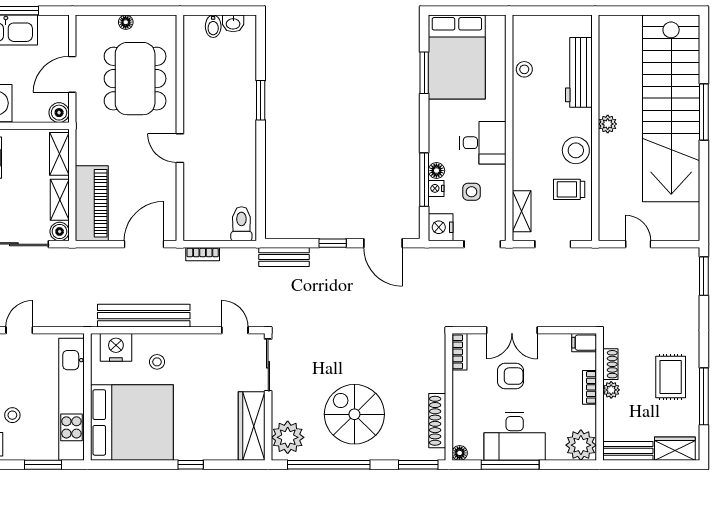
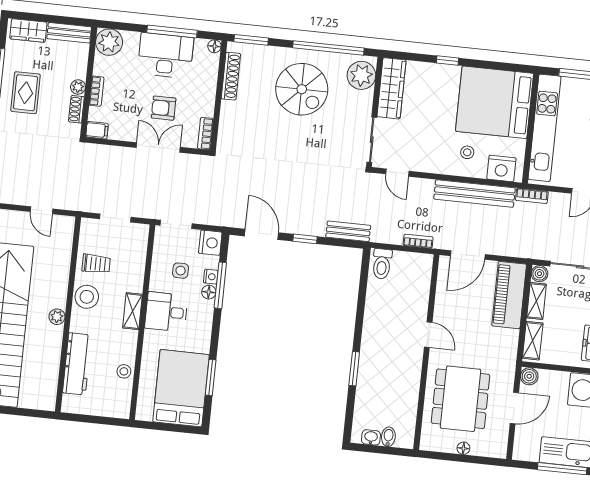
shelving: (522, 211) -> (133, 311), moved
bookcase: (78, 320) -> (532, 196), added

